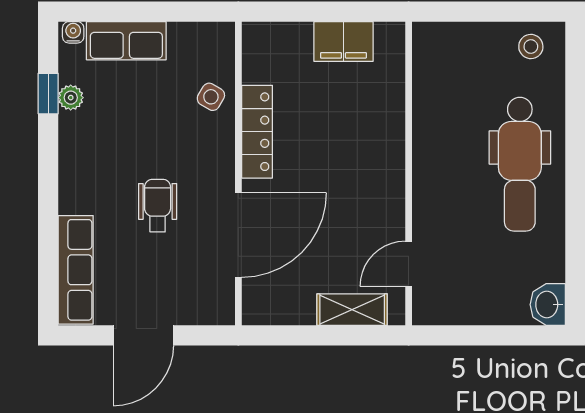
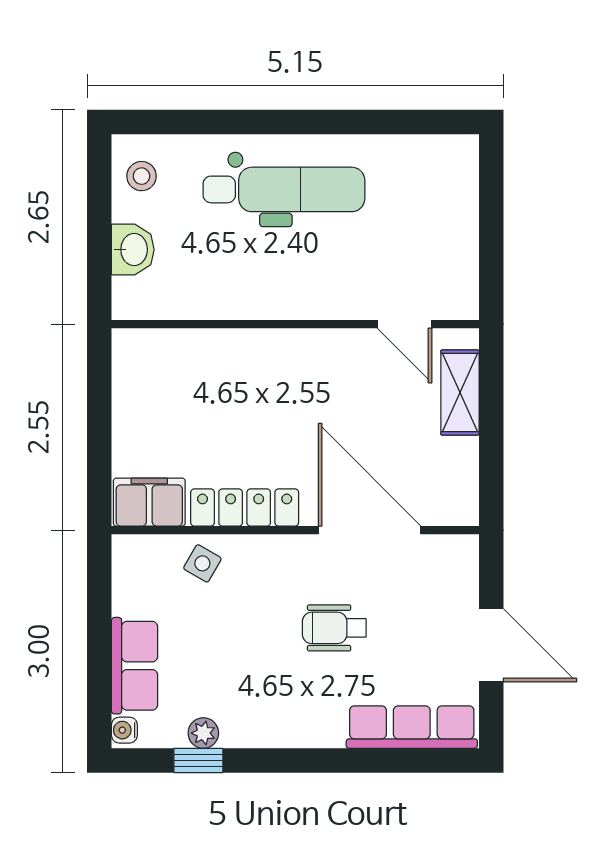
filing cabinet: (343, 41) -> (149, 502), moved, turned -90
washbasin: (548, 305) -> (133, 250), moved, turned -90

